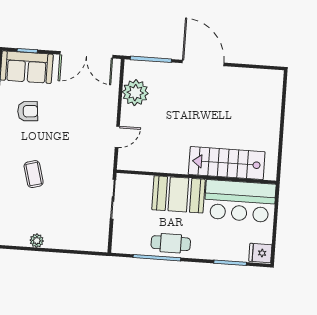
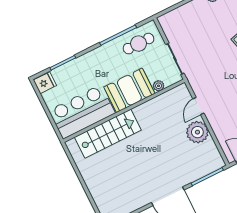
plant: (135, 93) -> (197, 132), moved
plant: (146, 181) -> (159, 86), added
cafe table: (171, 243) -> (139, 44), moved

